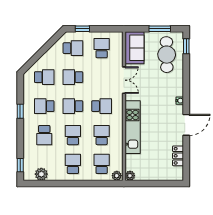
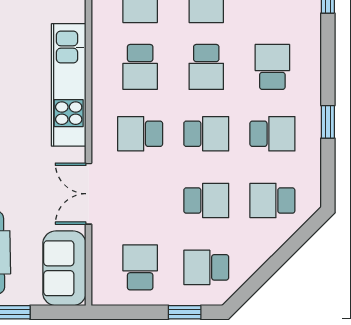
school desk: (102, 48) -> (140, 267), turned 180

